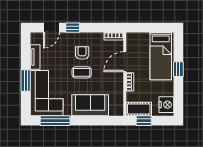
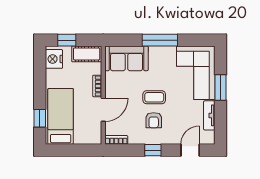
window: (73, 28) -> (153, 150), moved
window: (178, 69) -> (40, 118), moved
sofa: (90, 105) -> (127, 58), moved
window: (55, 121) -> (160, 40), moved
window: (144, 121) -> (67, 40), moved

